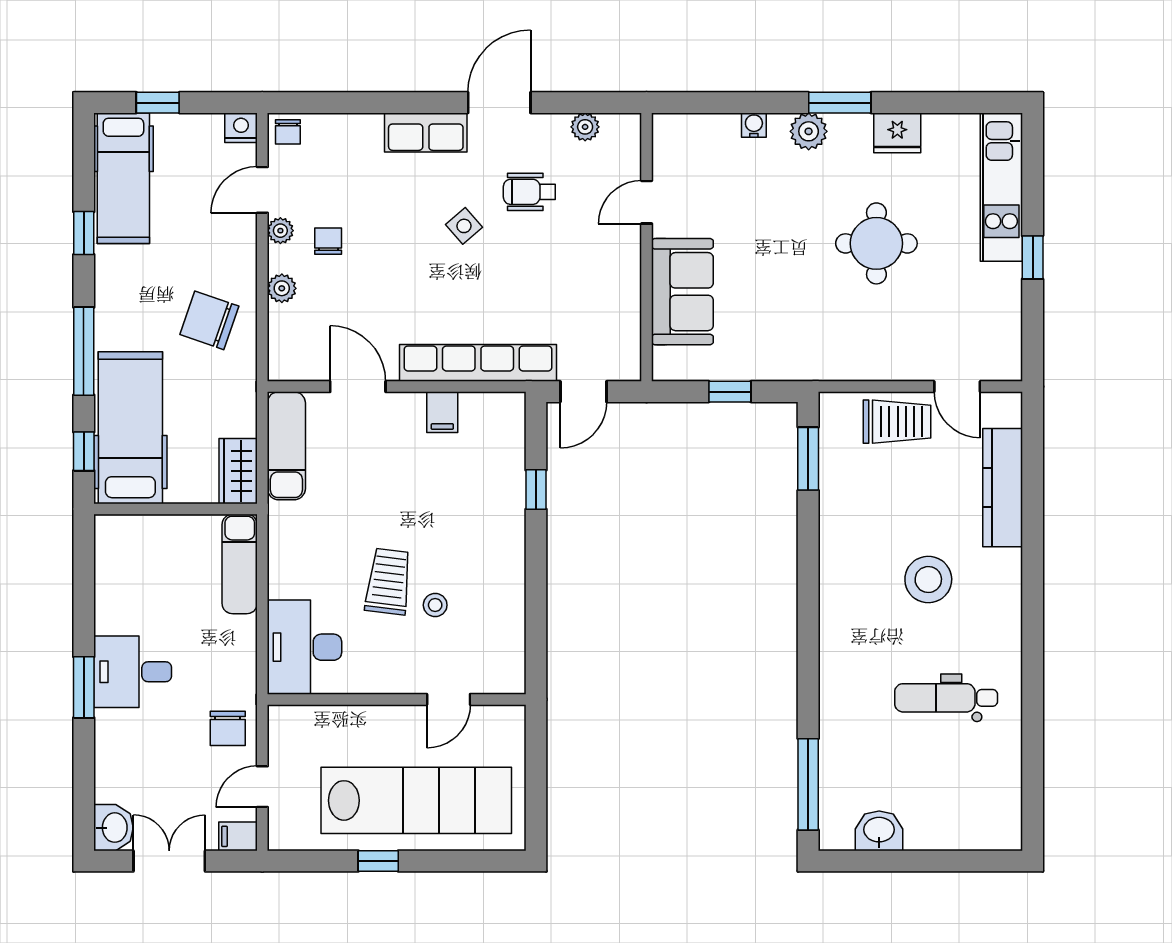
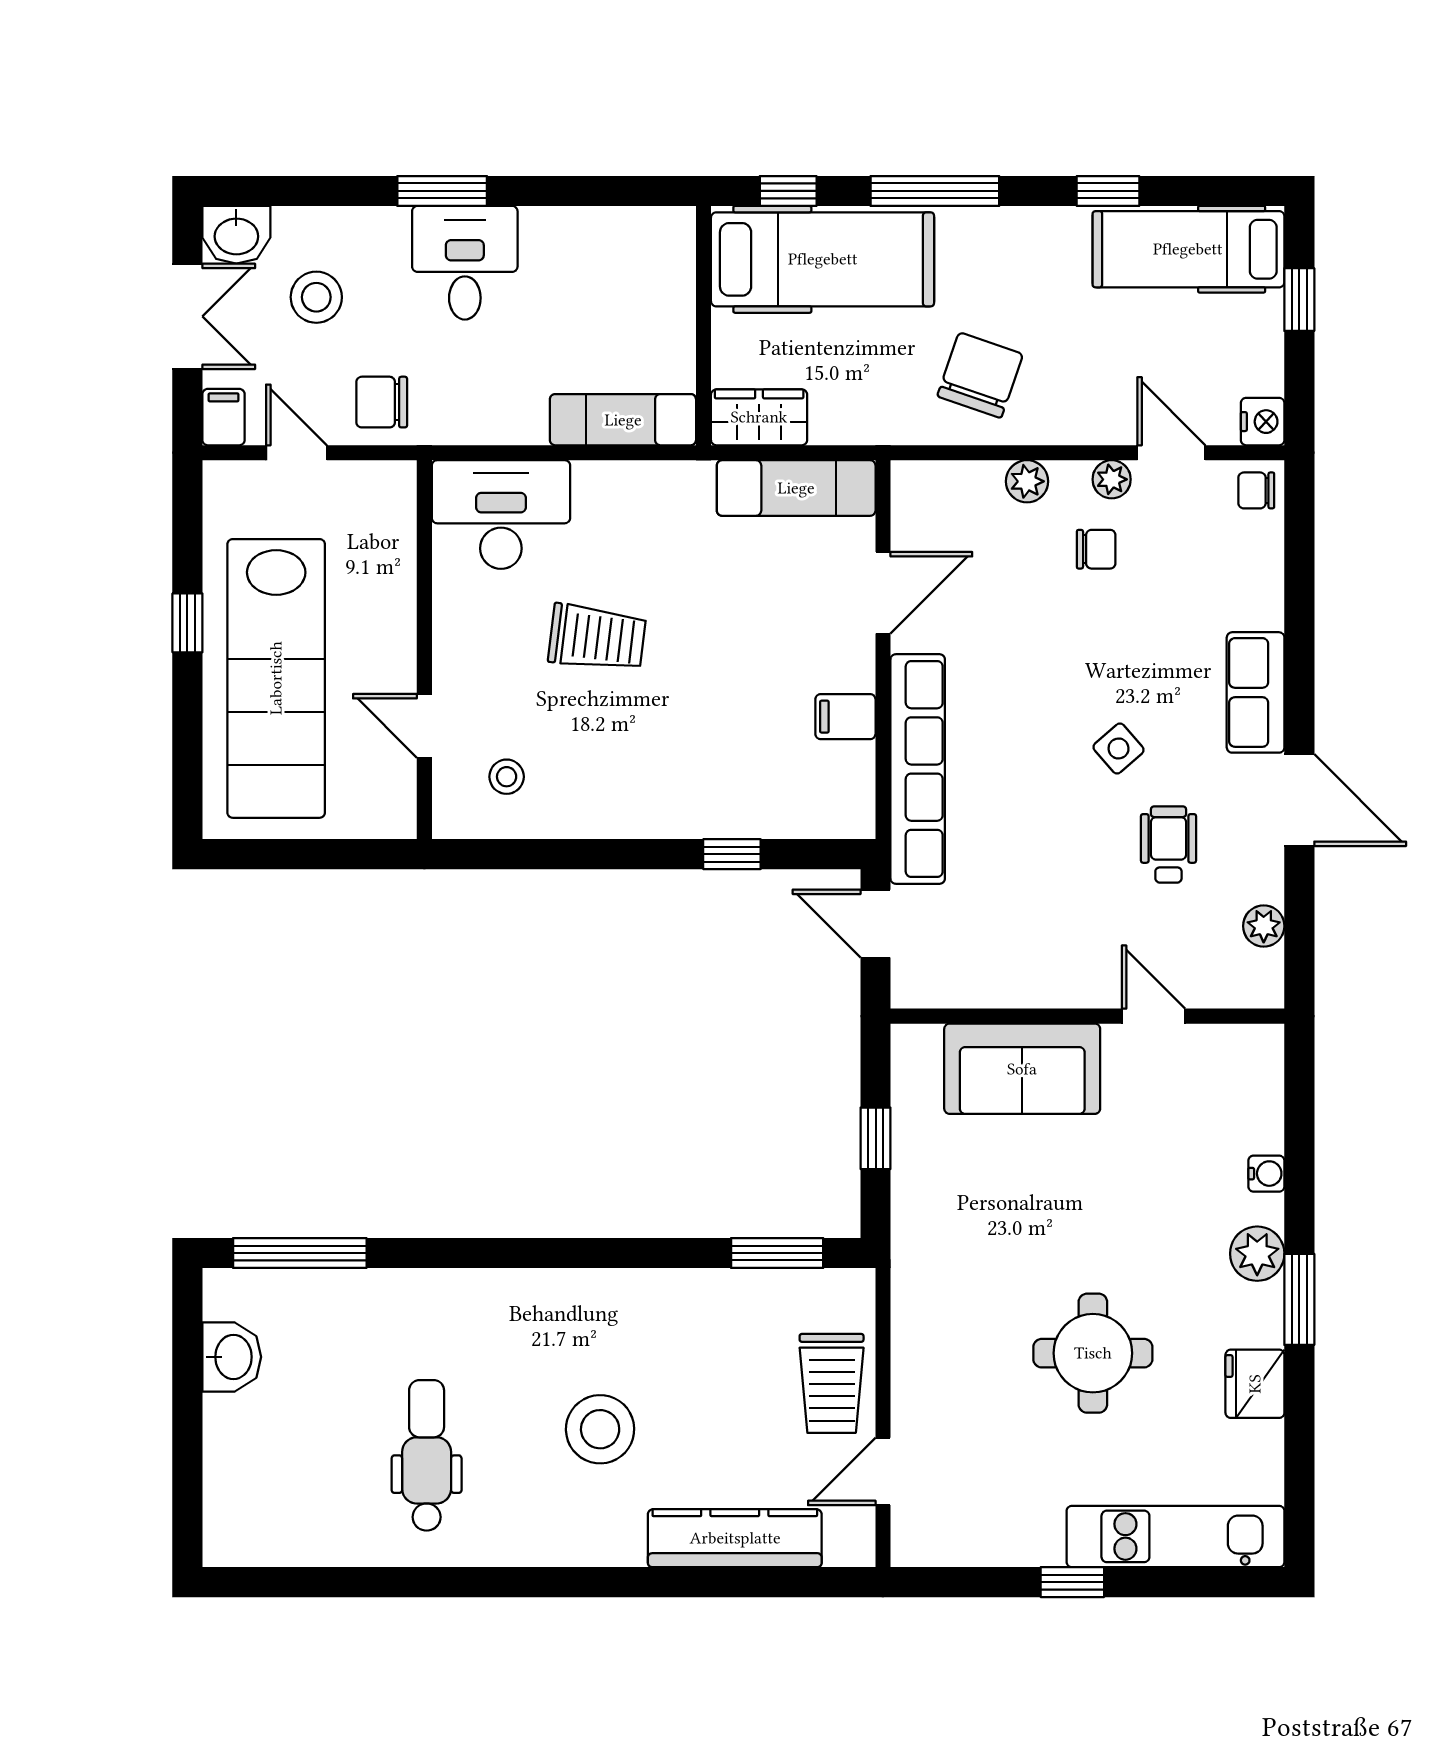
stool: (435, 605) -> (507, 777), moved
stool: (156, 773) -> (316, 297), added

